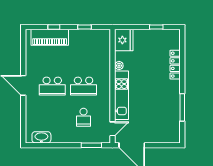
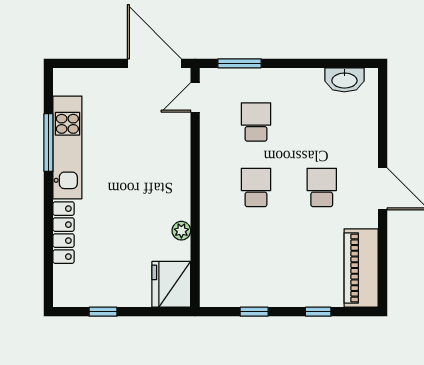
piano: (50, 37) -> (361, 268), moved, turned -90
school desk: (52, 86) -> (322, 187), width x0.54
school desk: (84, 86) -> (256, 187), width x0.54
kitchen unit: (121, 95) -> (67, 147), moved, turned 180

